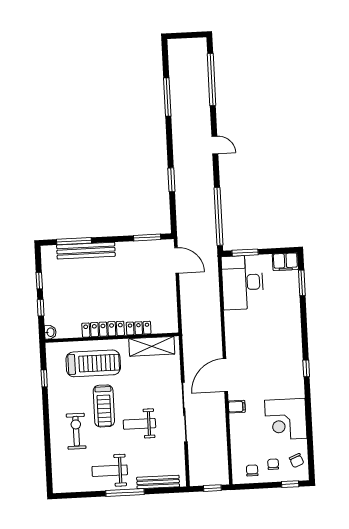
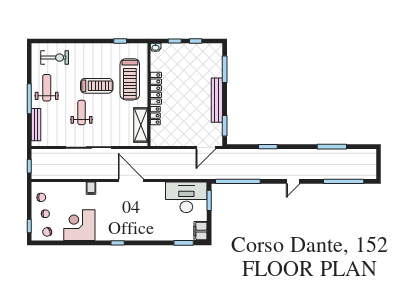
bench: (86, 251) -> (217, 100), moved
door: (225, 375) -> (131, 180), moved
treadmill: (104, 406) -> (97, 86), turned 180
exercise bike: (76, 431) -> (55, 58), moved

